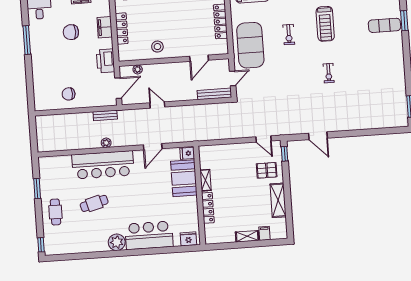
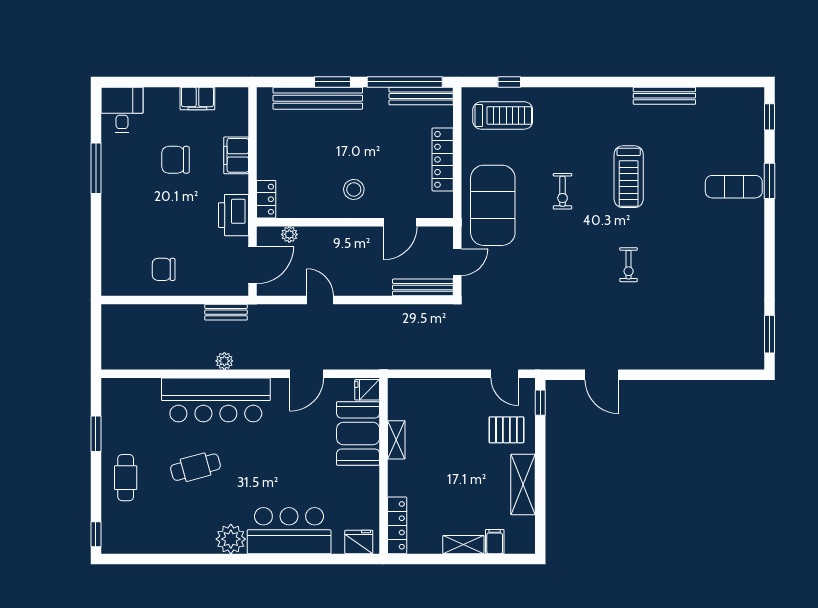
locker: (122, 29) -> (266, 199), moved, width x0.66
stool: (157, 47) -> (354, 189), moved
locker: (208, 208) -> (397, 525), moved

